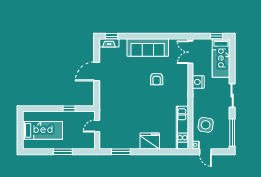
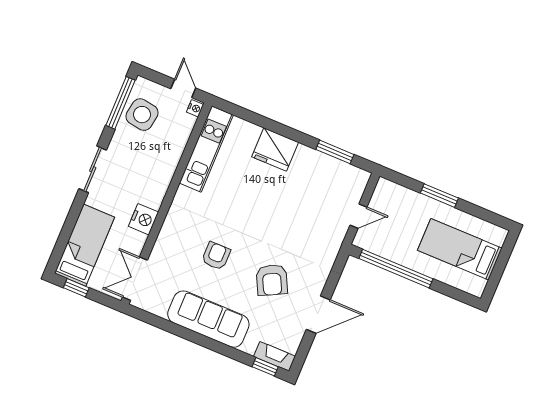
double door: (190, 52) -> (135, 279), swing flipped
armchair: (125, 79) -> (272, 280), added
window: (69, 109) -> (396, 269), width x3.17
side table: (206, 125) -> (142, 115), moved

